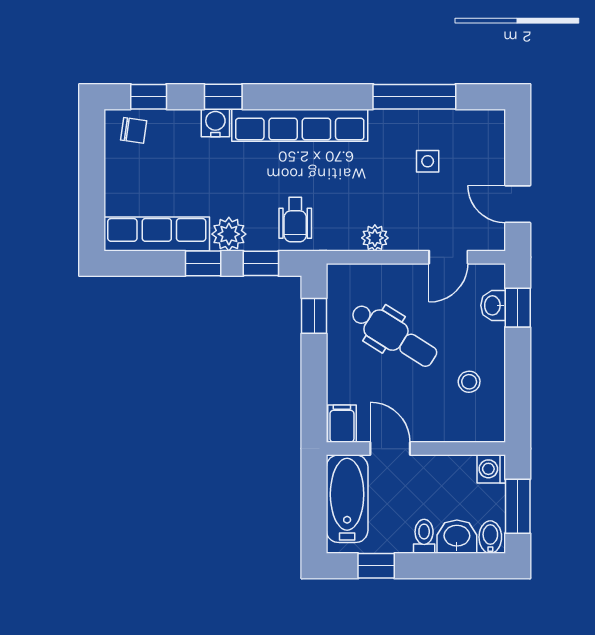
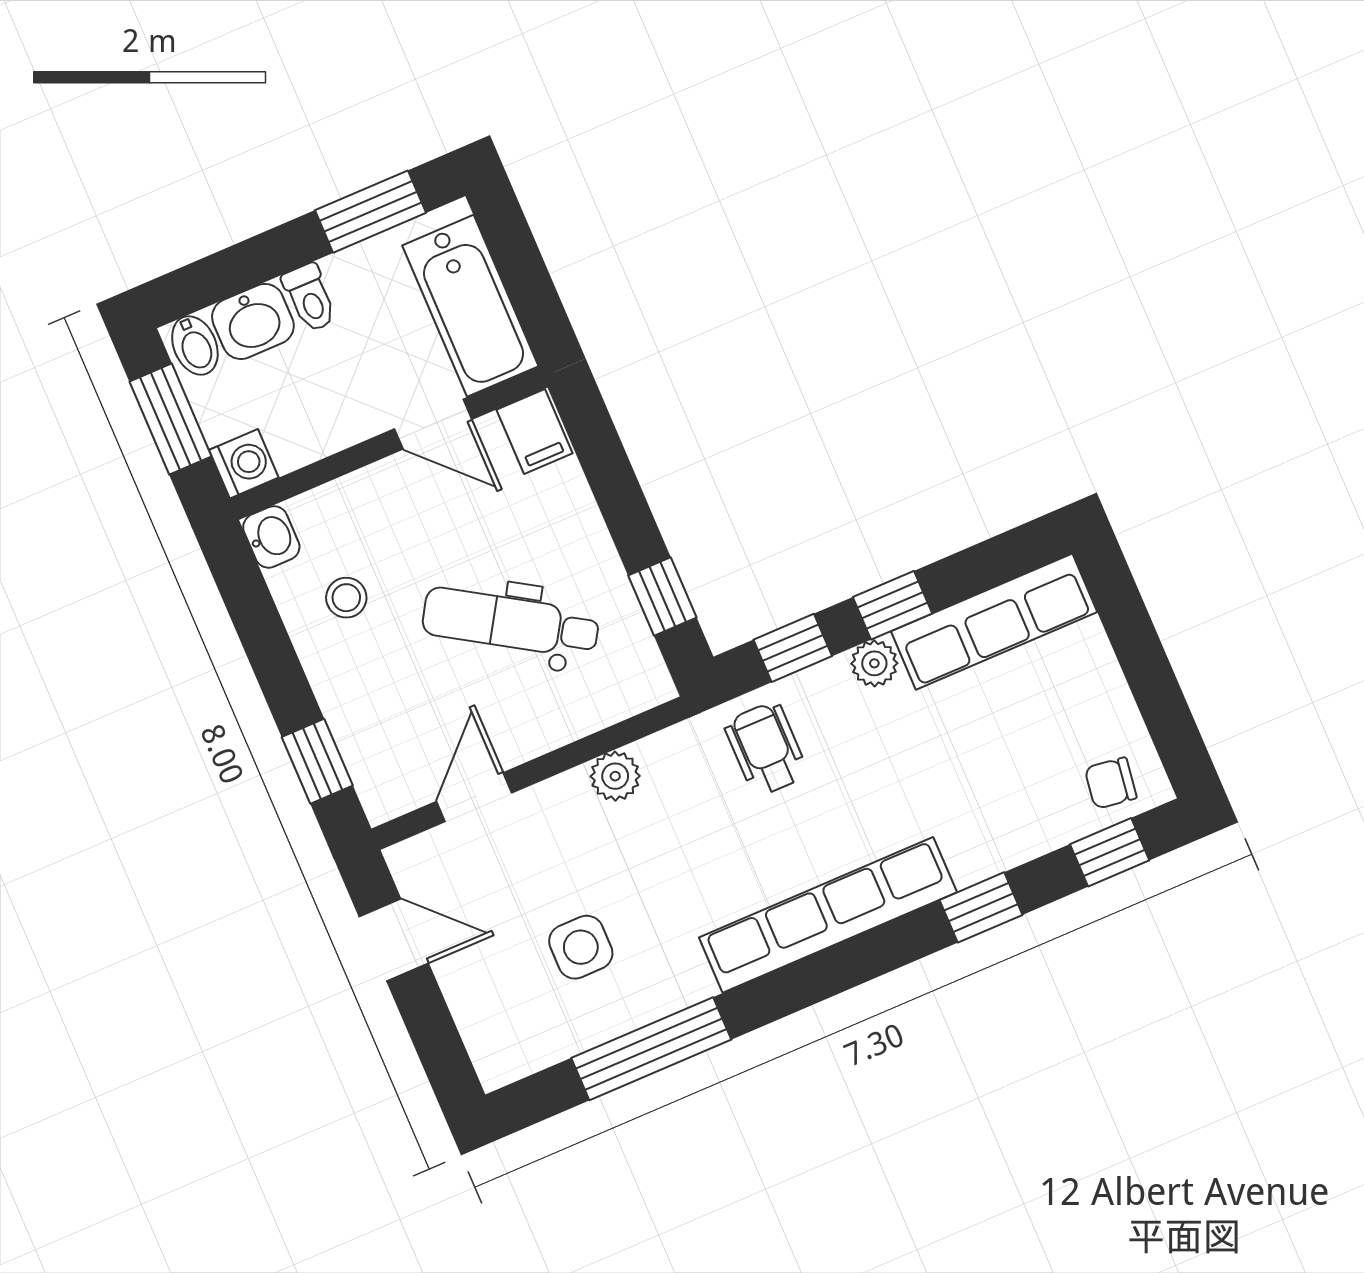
water cooler: (215, 123) -> (975, 856), removed
side table: (428, 161) -> (581, 947), width x1.37, depth x1.37
plant: (229, 234) -> (874, 663), width x0.73, depth x0.73
washbasin: (493, 305) -> (271, 537), moved
window: (376, 566) -> (370, 212), width x1.50

